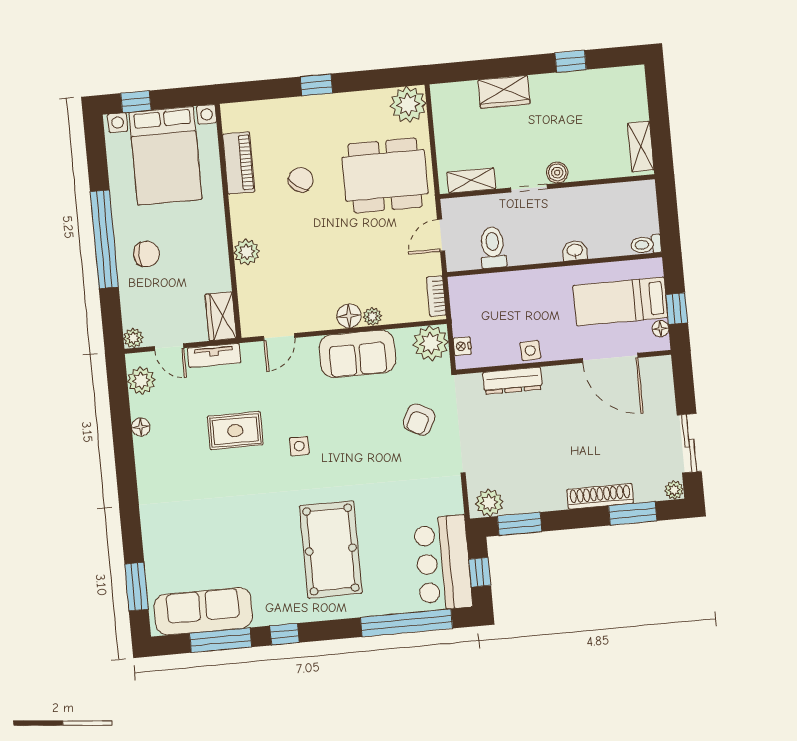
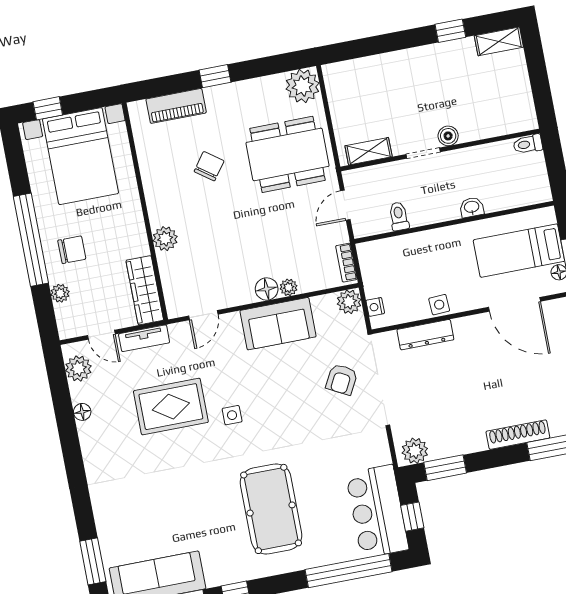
wardrobe: (504, 92) -> (391, 65), removed
shelving: (641, 147) -> (499, 41), moved, turned 90
piano: (239, 163) -> (176, 106), moved, turned 90
toilet: (646, 245) -> (528, 144), moved
toilet: (493, 247) -> (399, 216), width x0.73, depth x0.72
wardrobe: (221, 316) -> (145, 290), width x1.50
plant: (133, 338) -> (60, 293), moved
plant: (431, 343) -> (349, 302), width x0.73, depth x0.73
rug: (235, 431) -> (171, 407), width x1.36, depth x1.43

